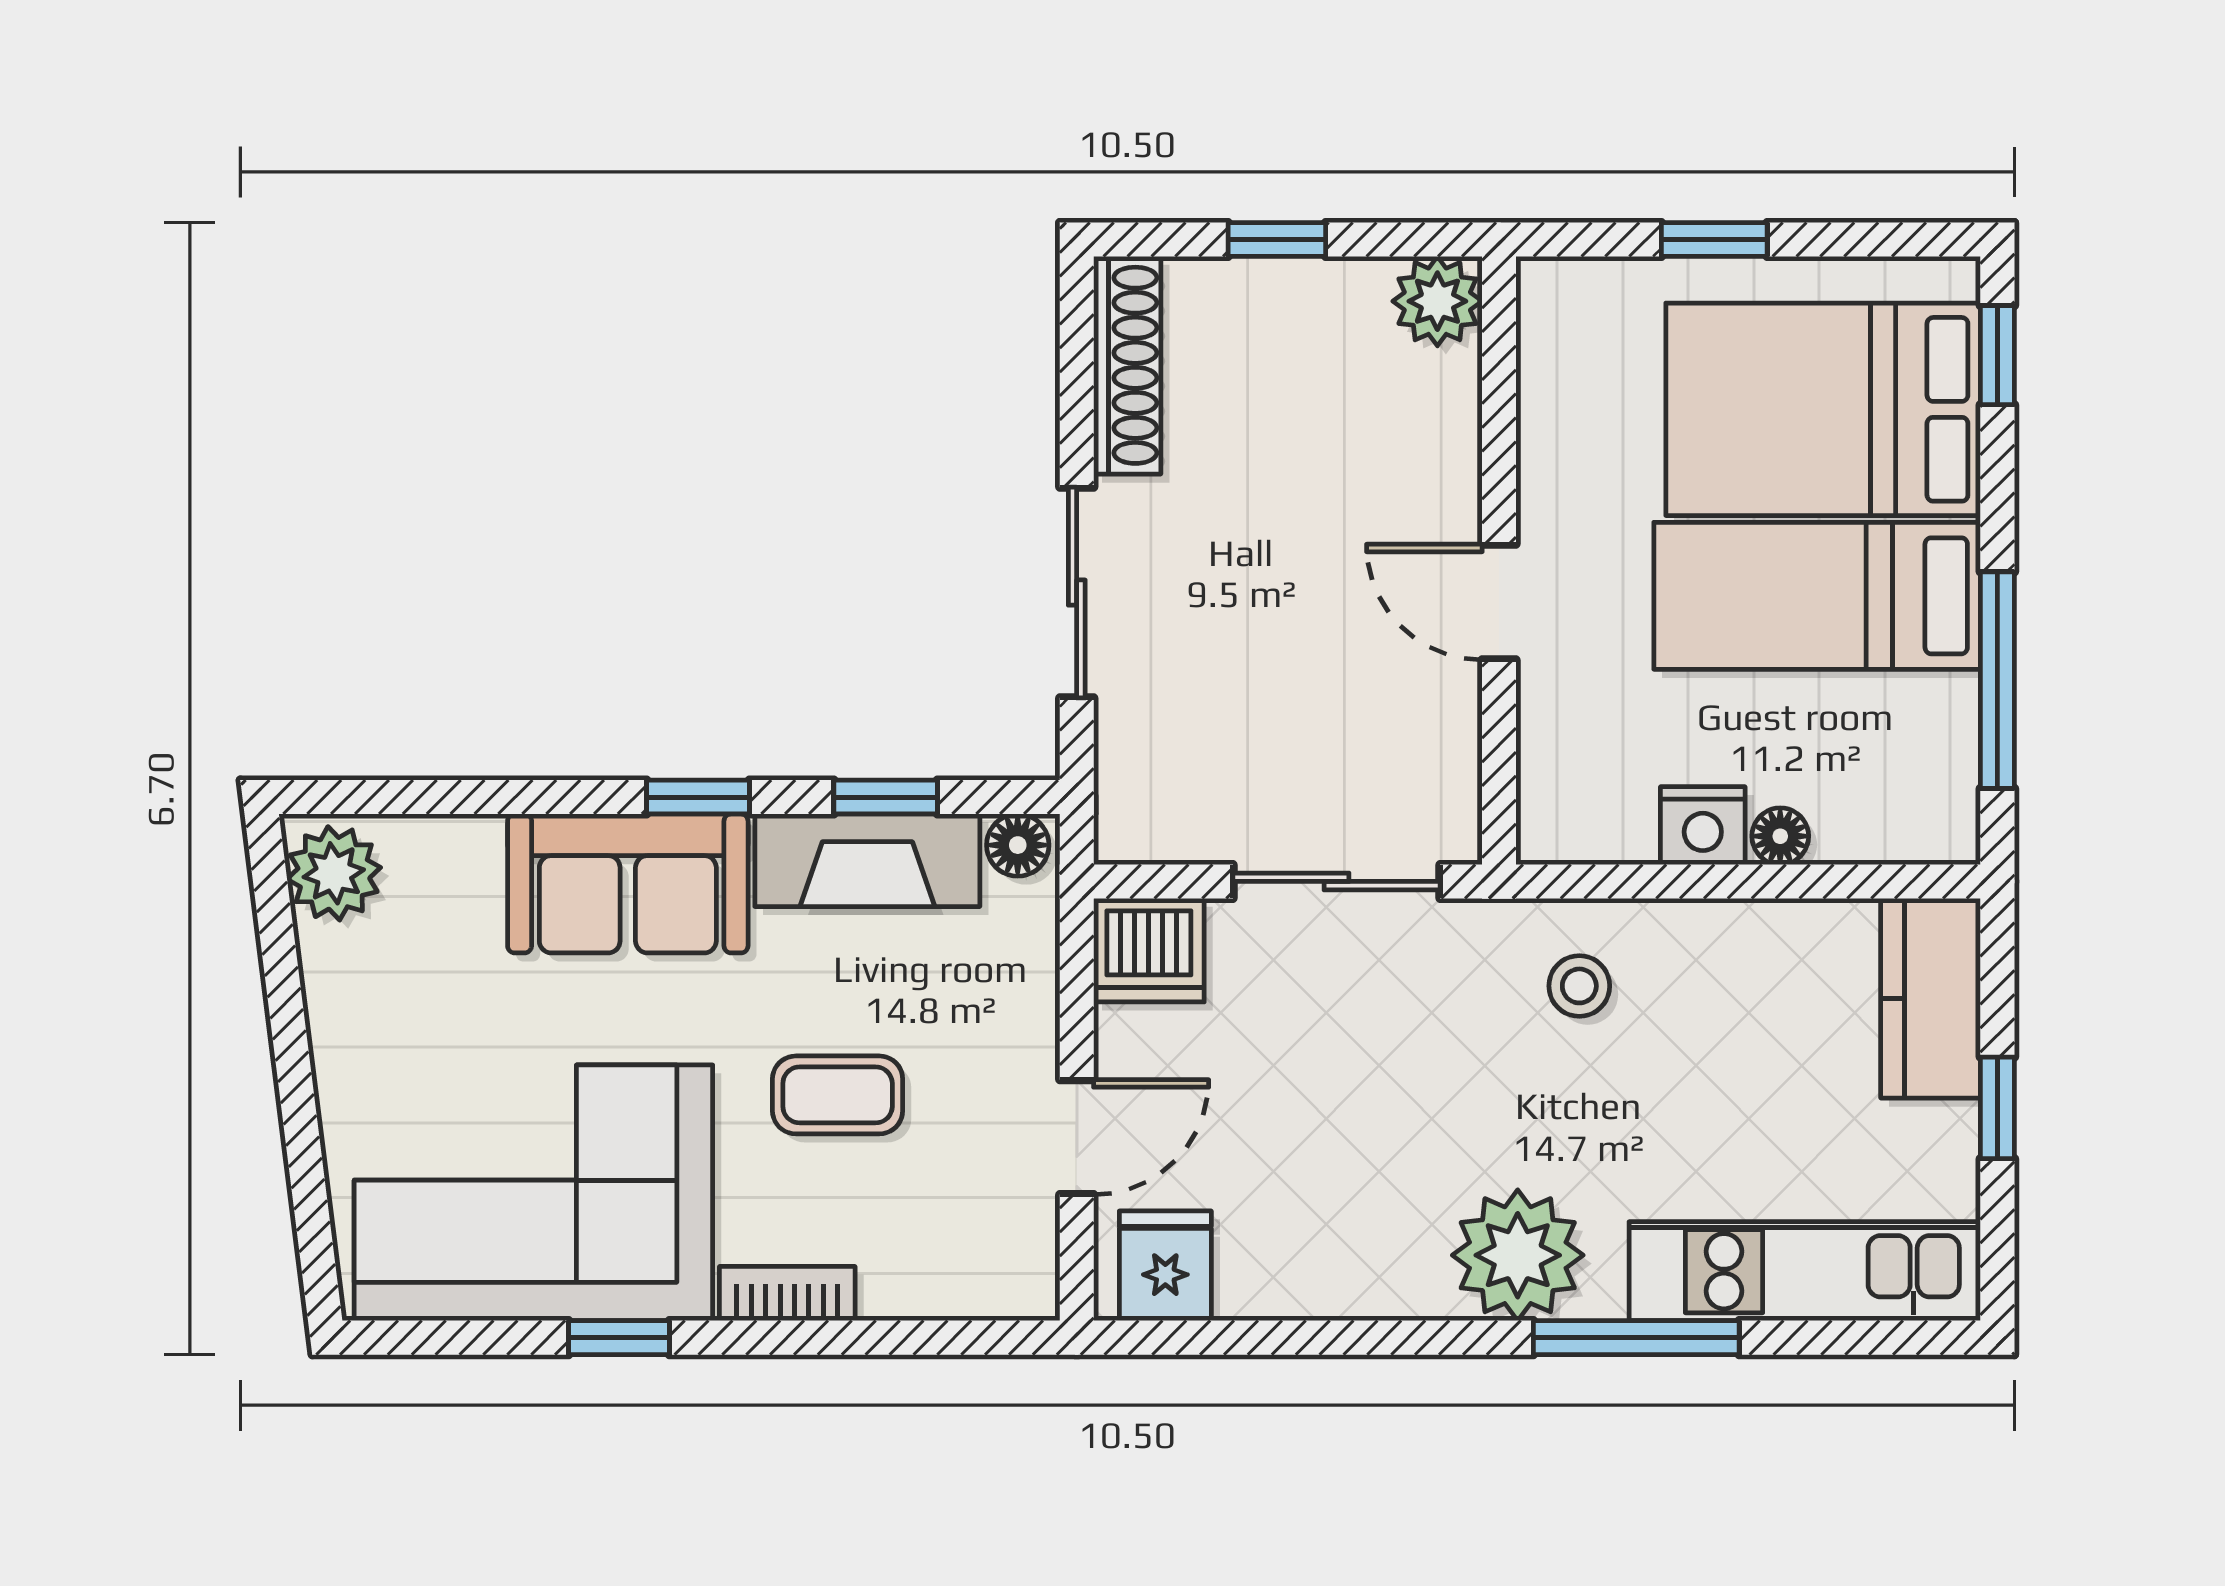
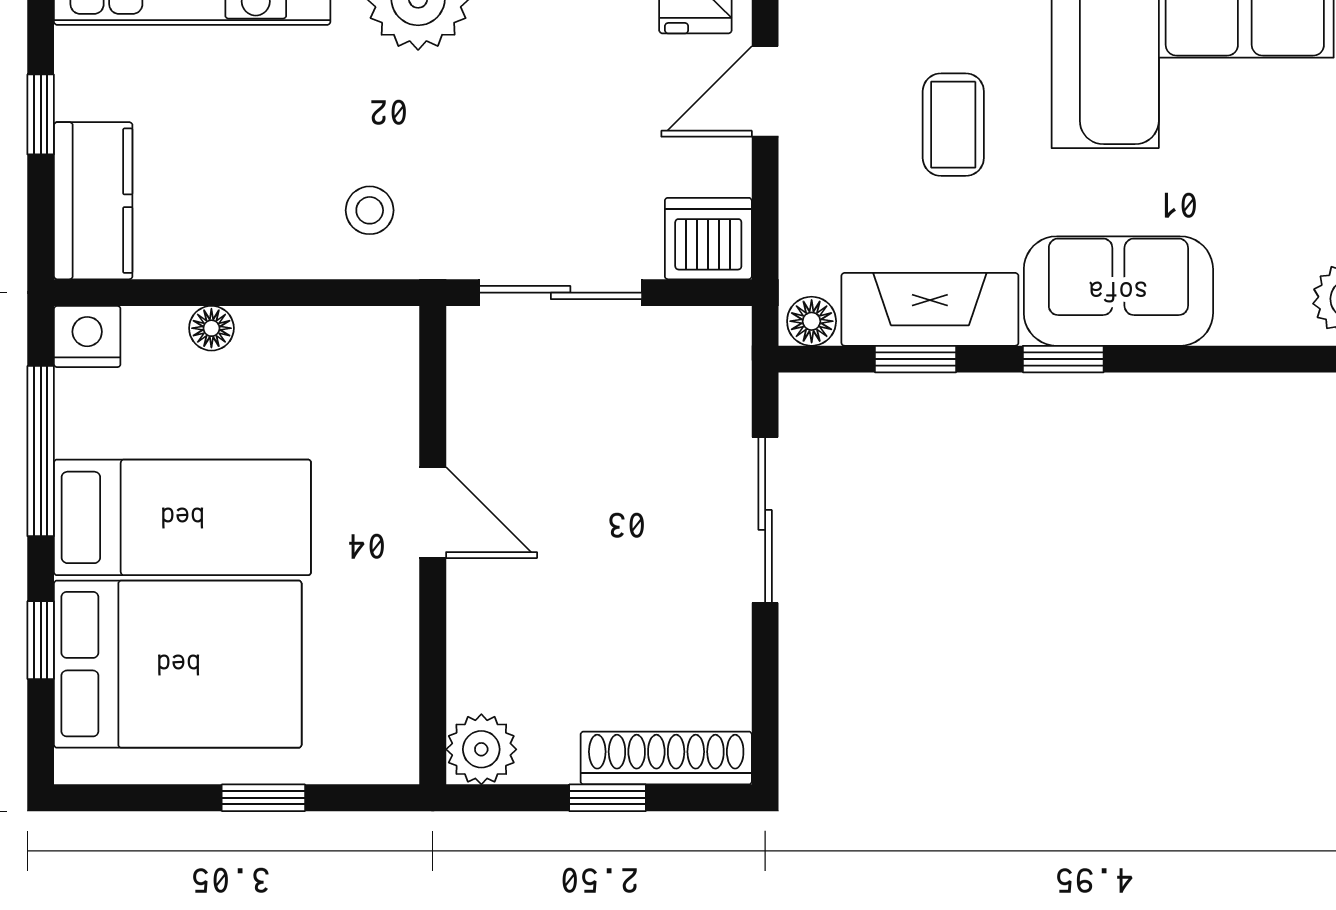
window: (1997, 355) -> (41, 640), moved
shoe rack: (1127, 365) -> (666, 758), moved, turned 90
nightstand: (1703, 826) -> (87, 337), moved
coffee table: (838, 1095) -> (953, 125), turned 90

